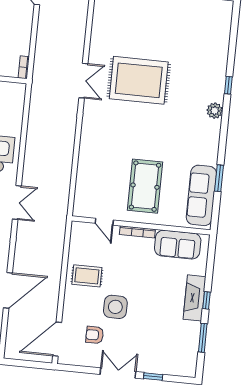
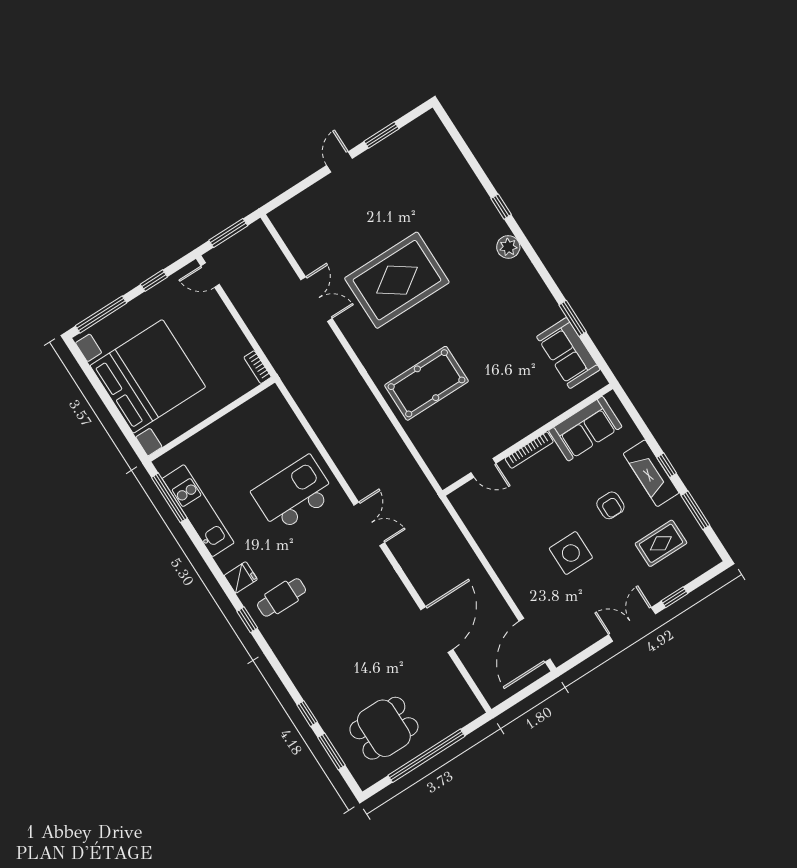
double door: (83, 81) -> (316, 299), moved
pool table: (145, 186) -> (427, 383), moved, turned 90
sofa: (201, 195) -> (568, 353), width x0.73
rug: (87, 276) -> (661, 543), moved
armchair: (95, 335) -> (610, 505), moved, turned -90

